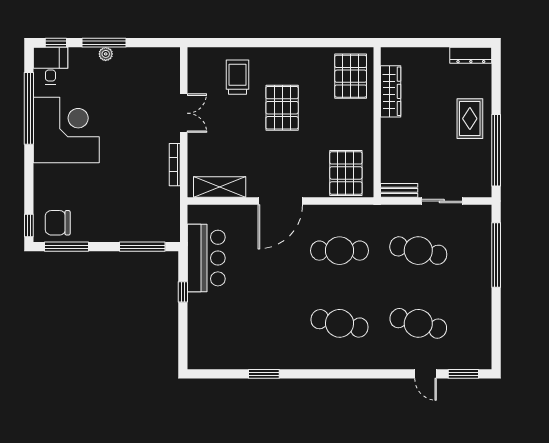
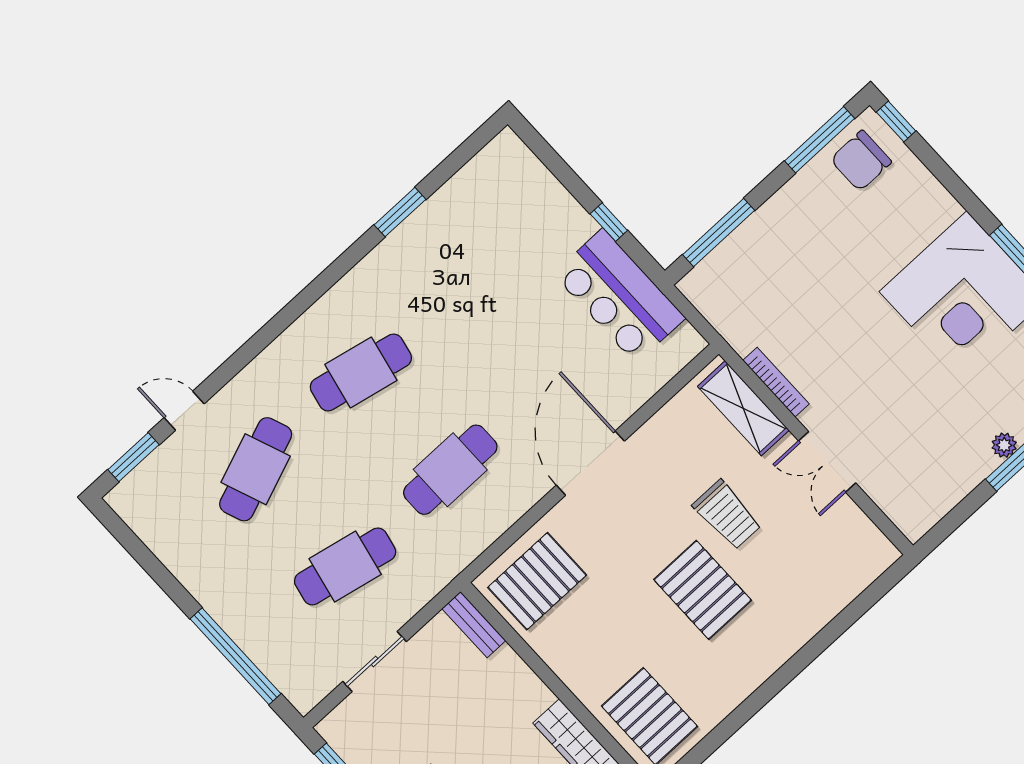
trolley: (238, 77) -> (727, 515), moved
pallet: (346, 173) -> (537, 581), turned 90
shelving: (220, 187) -> (743, 408), moved, turned 90
bench: (399, 190) -> (474, 625), moved, turned 90
chair: (58, 223) -> (861, 161), turned 180
cafe table: (418, 323) -> (256, 469), turned -36

